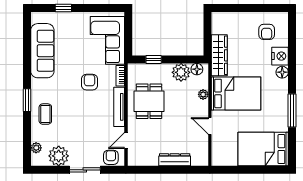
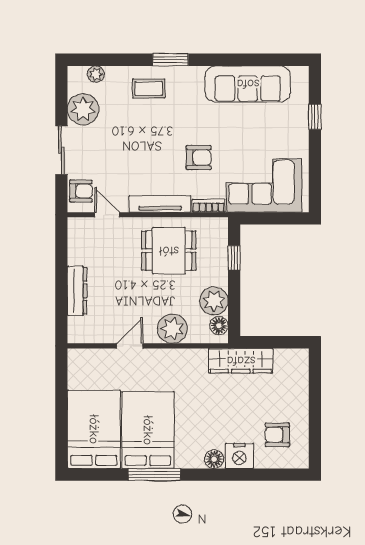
bed: (236, 93) -> (148, 430), moved, turned 180
plant: (203, 94) -> (172, 329), width x1.88, depth x1.88

